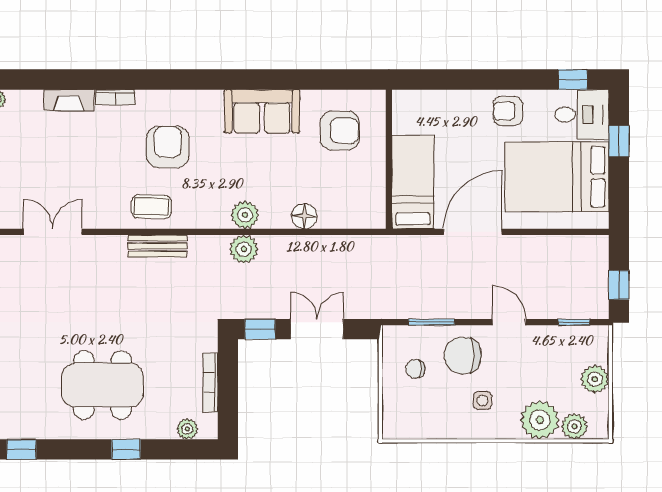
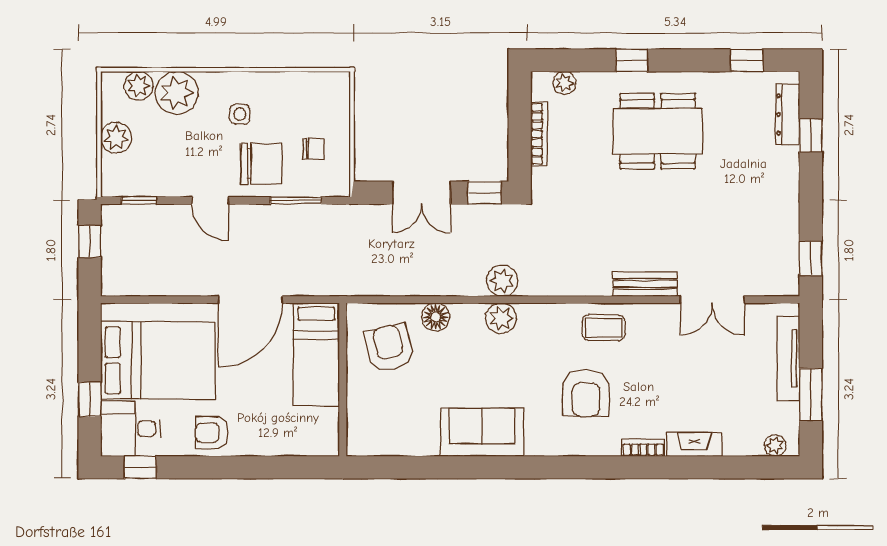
armchair: (508, 111) -> (212, 433), turned 180
armchair: (340, 131) -> (389, 348), moved, turned 76
bench: (157, 246) -> (645, 284), moved

